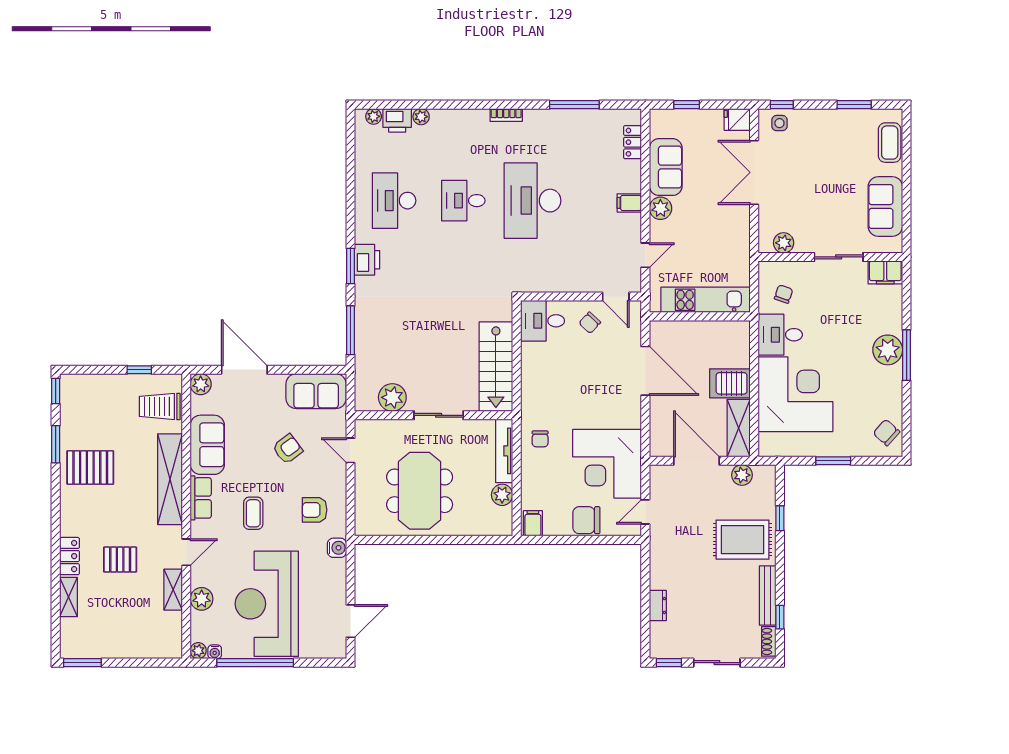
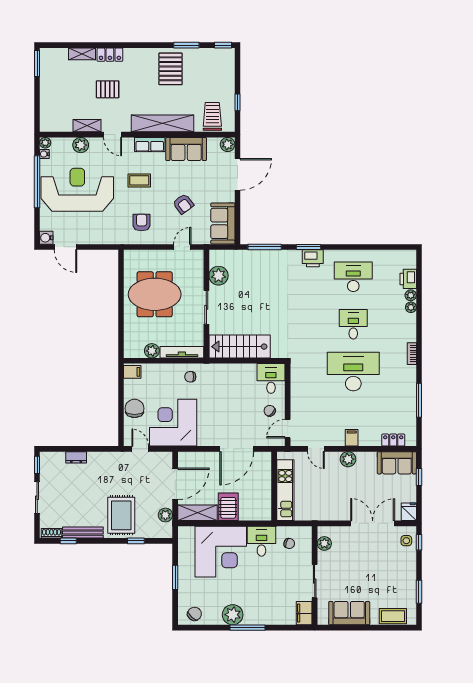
plant: (374, 116) -> (411, 307), moved
sofa: (666, 167) -> (397, 463), moved
plant: (888, 350) -> (233, 615), moved
water cooler: (337, 548) -> (46, 238), moved, turned 90
pallet: (120, 560) -> (108, 89), turned 90

